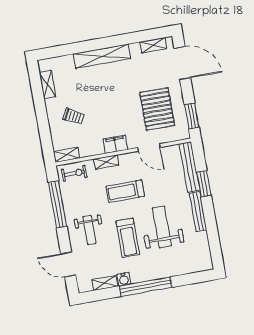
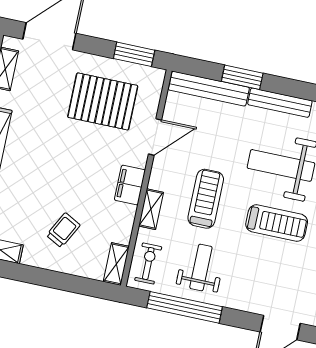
treadmill: (125, 191) -> (206, 199), turned 180
weight bench: (89, 230) -> (201, 267), moved, turned -90

